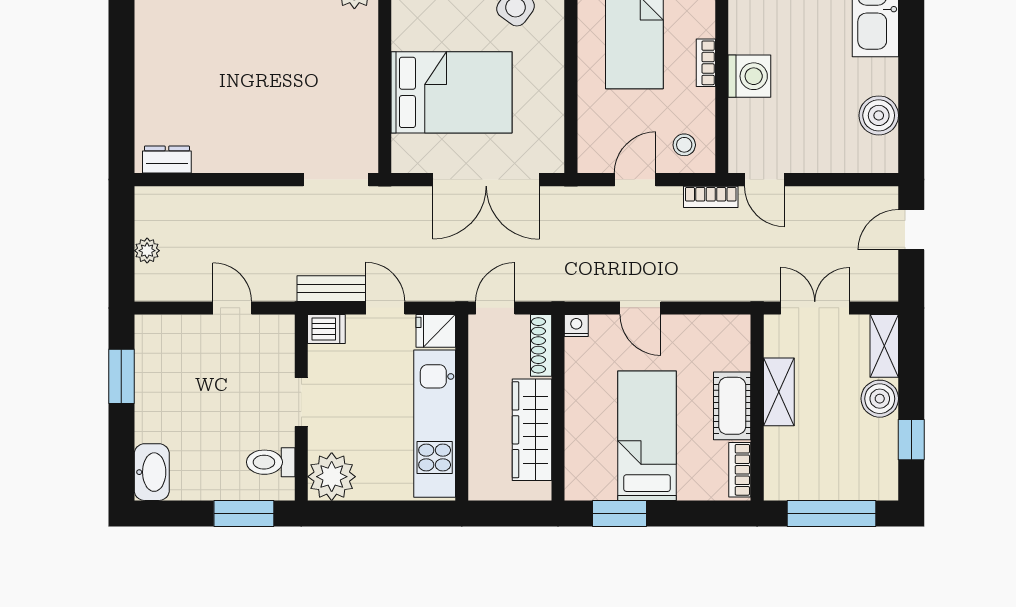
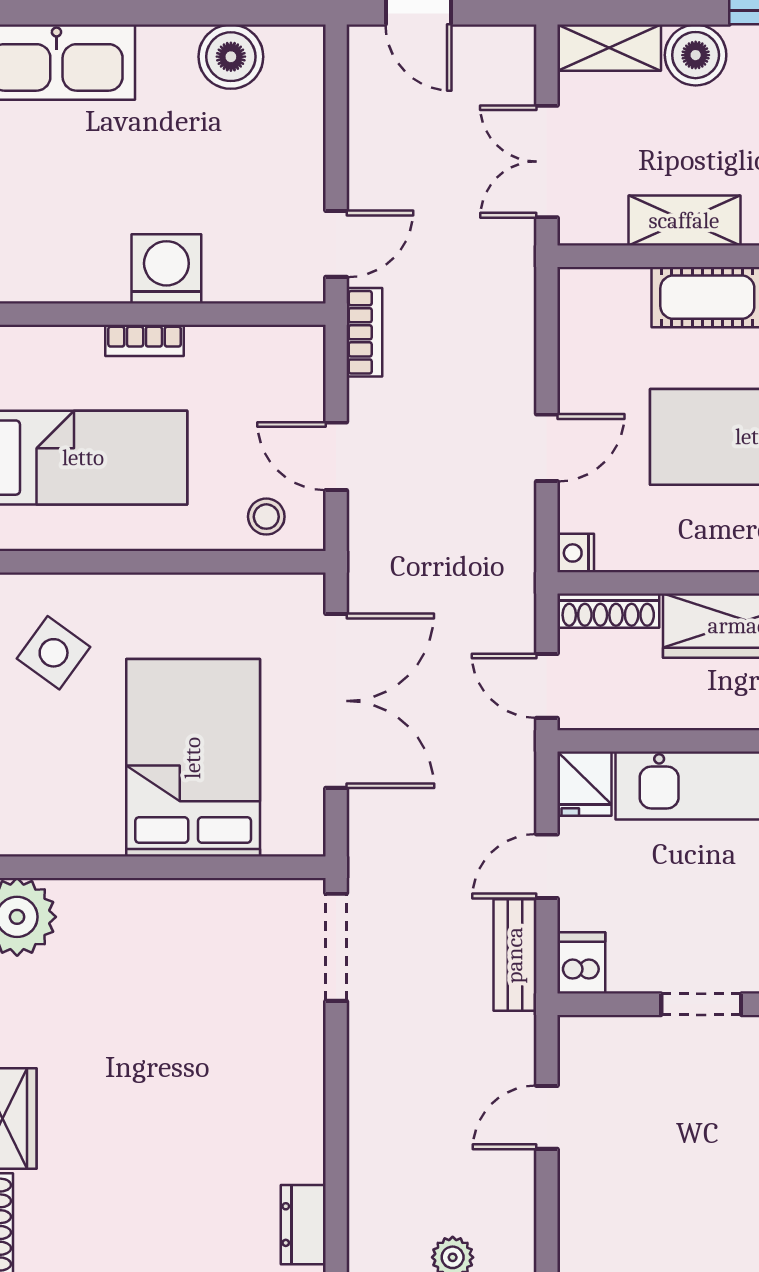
stool: (684, 145) -> (266, 517), moved

